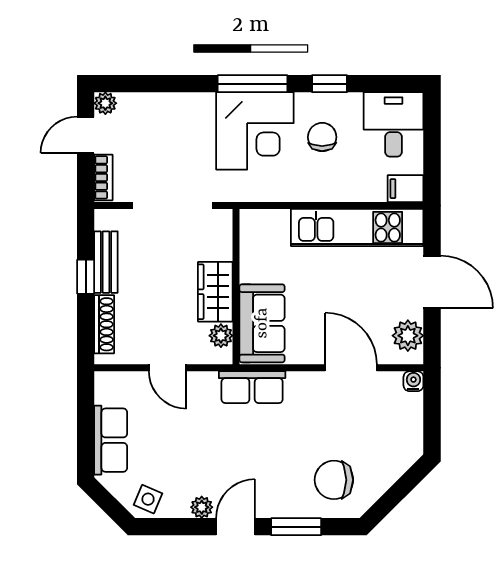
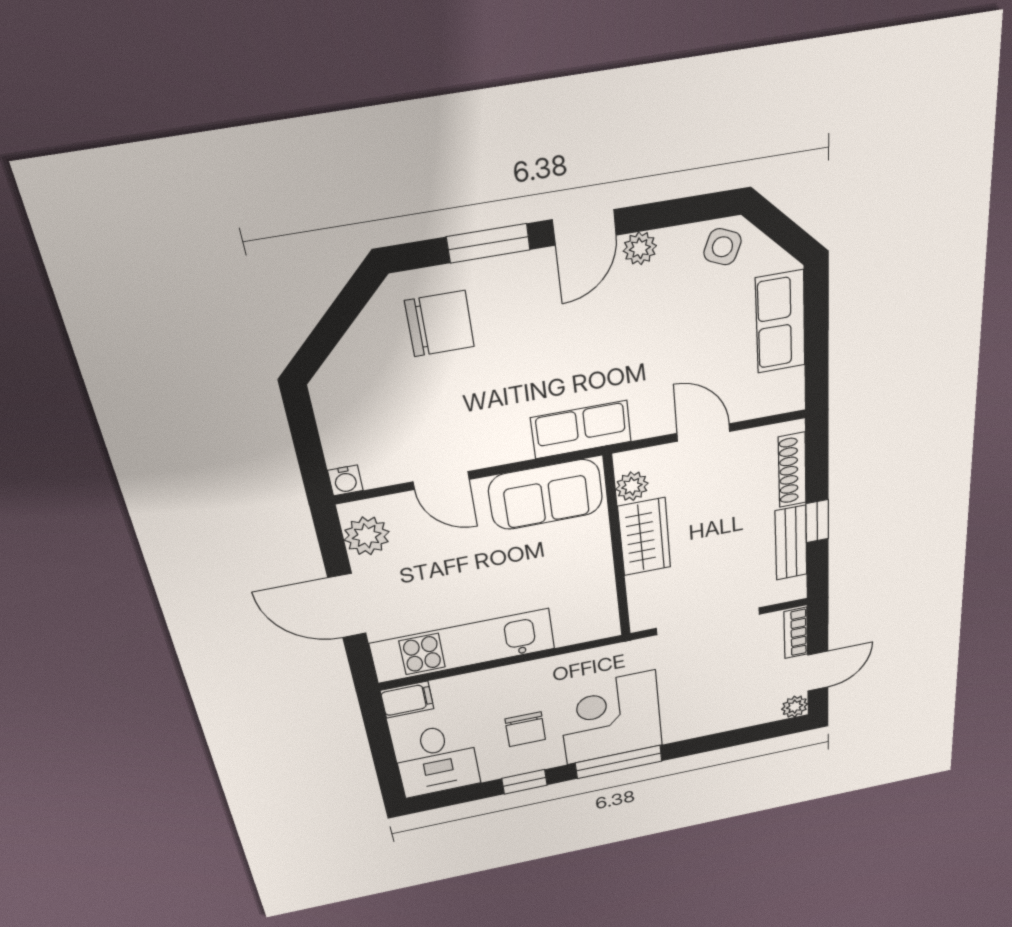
sofa: (262, 323) -> (546, 495), moved, turned -90
door: (351, 368) -> (441, 481), width x0.73

